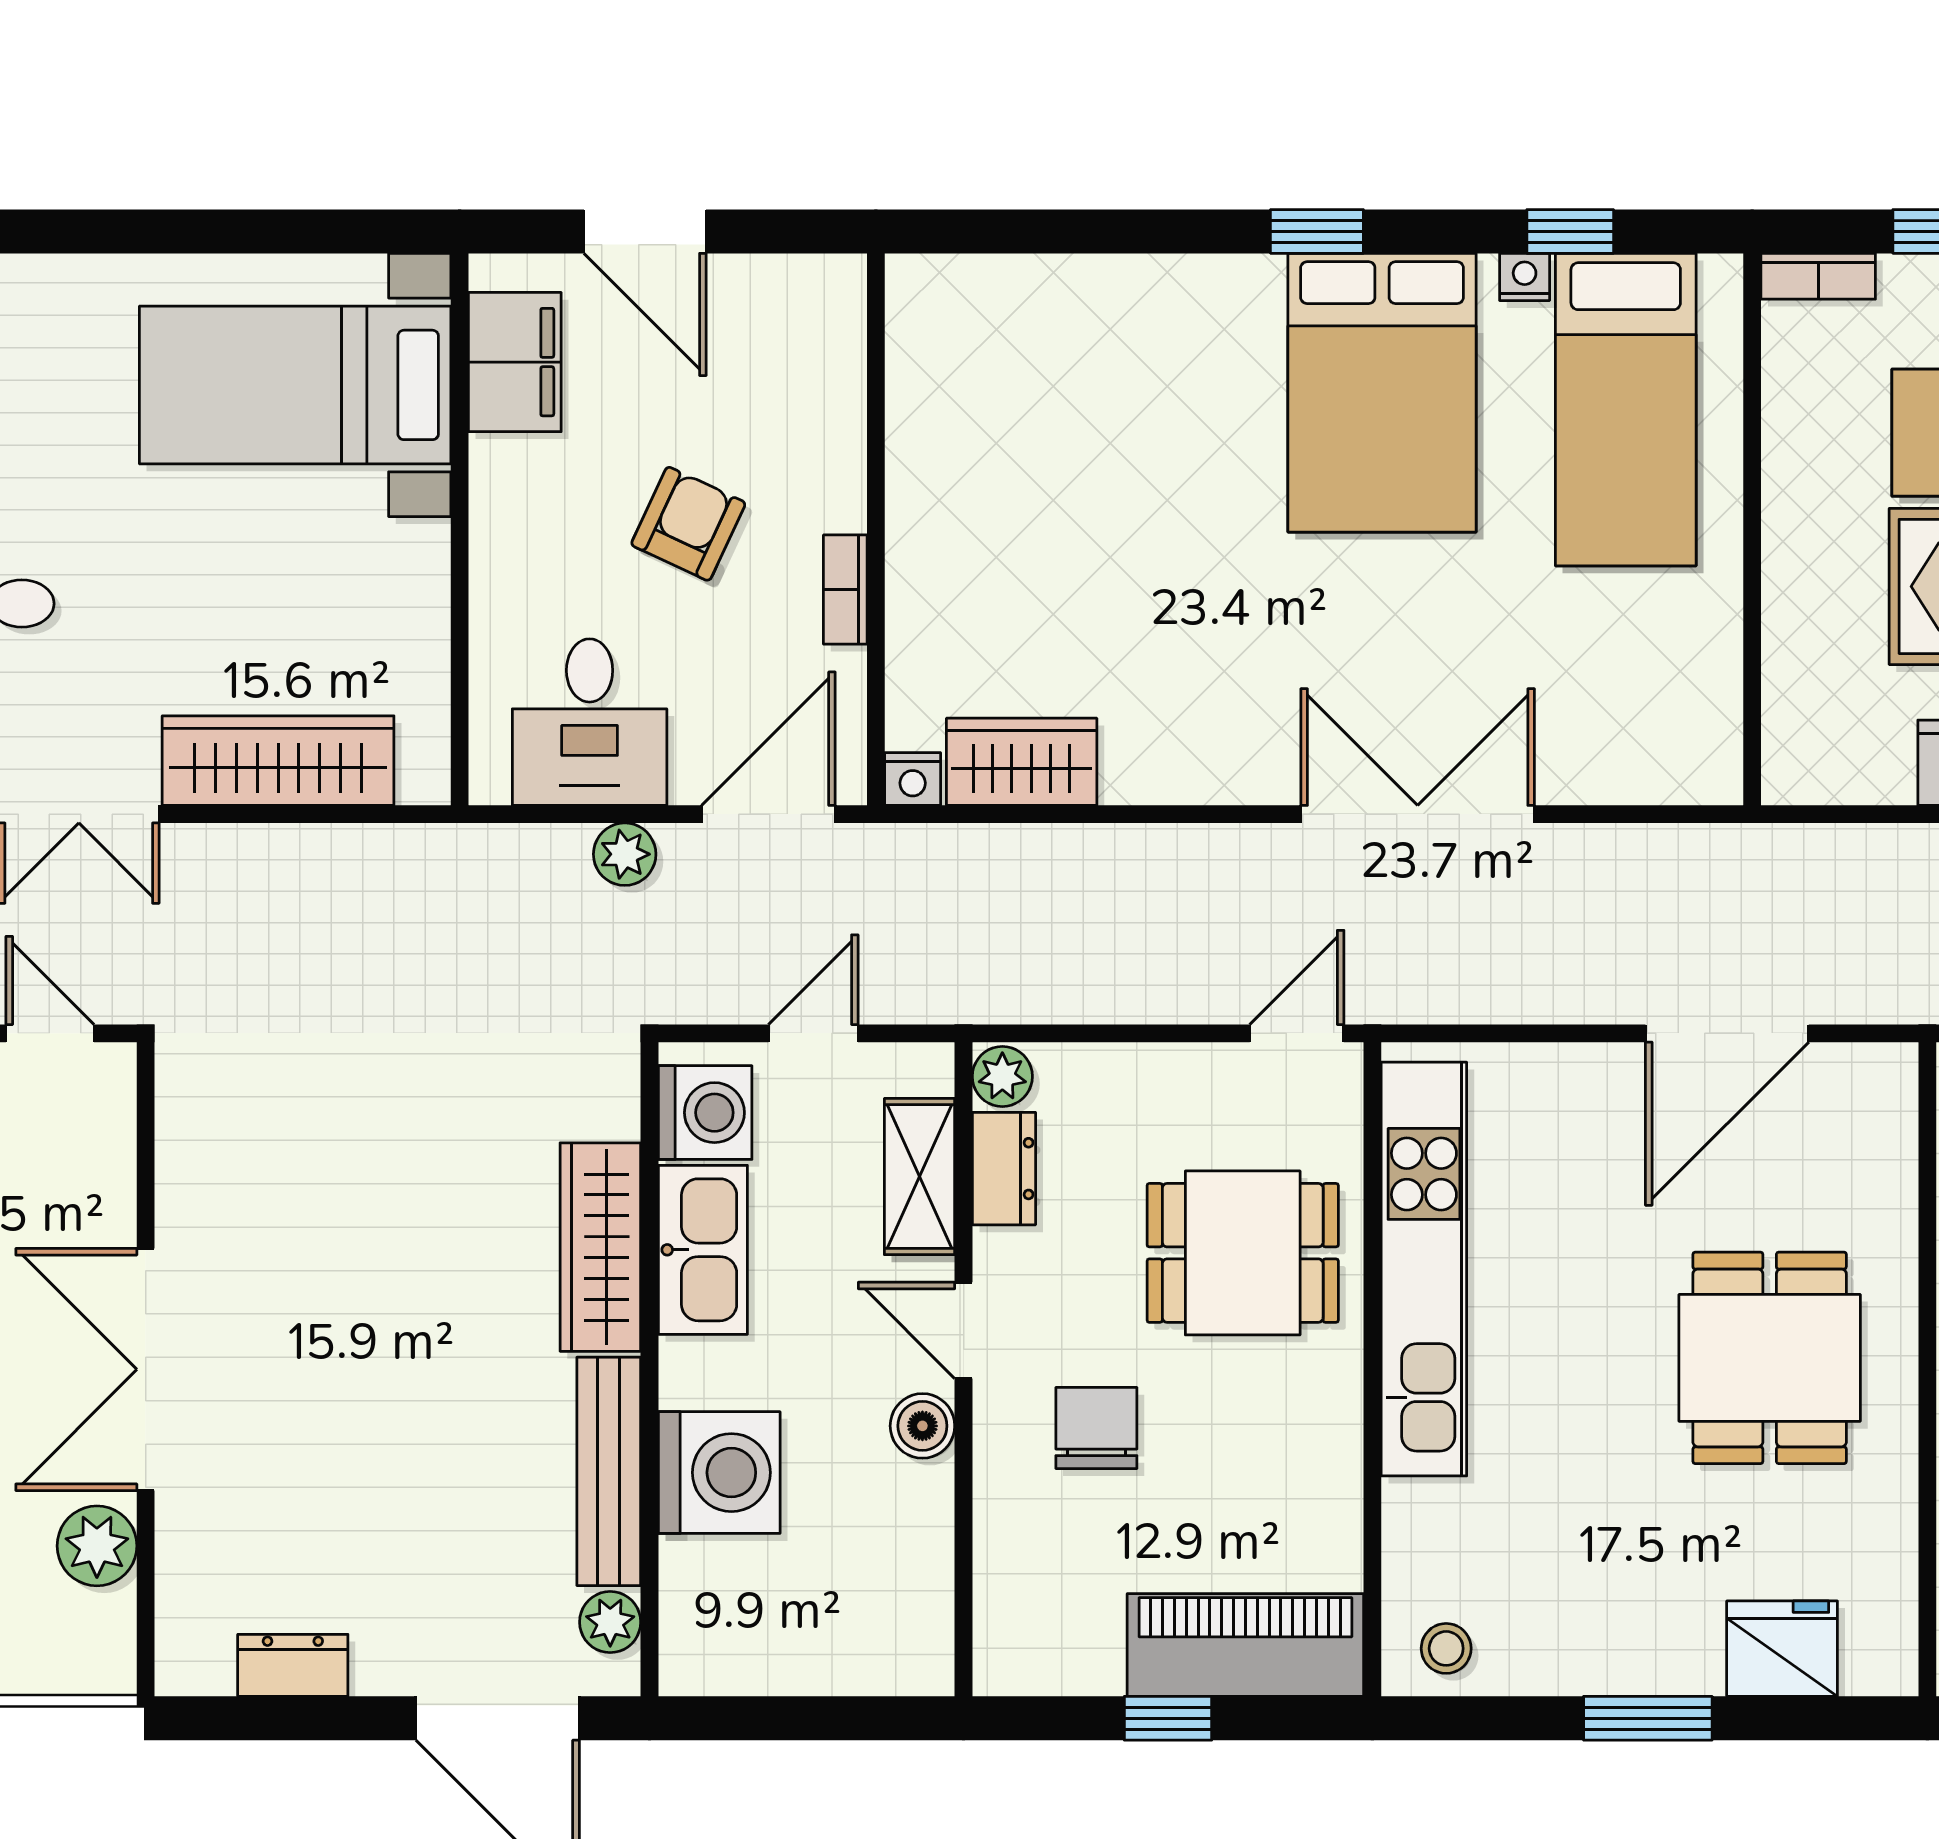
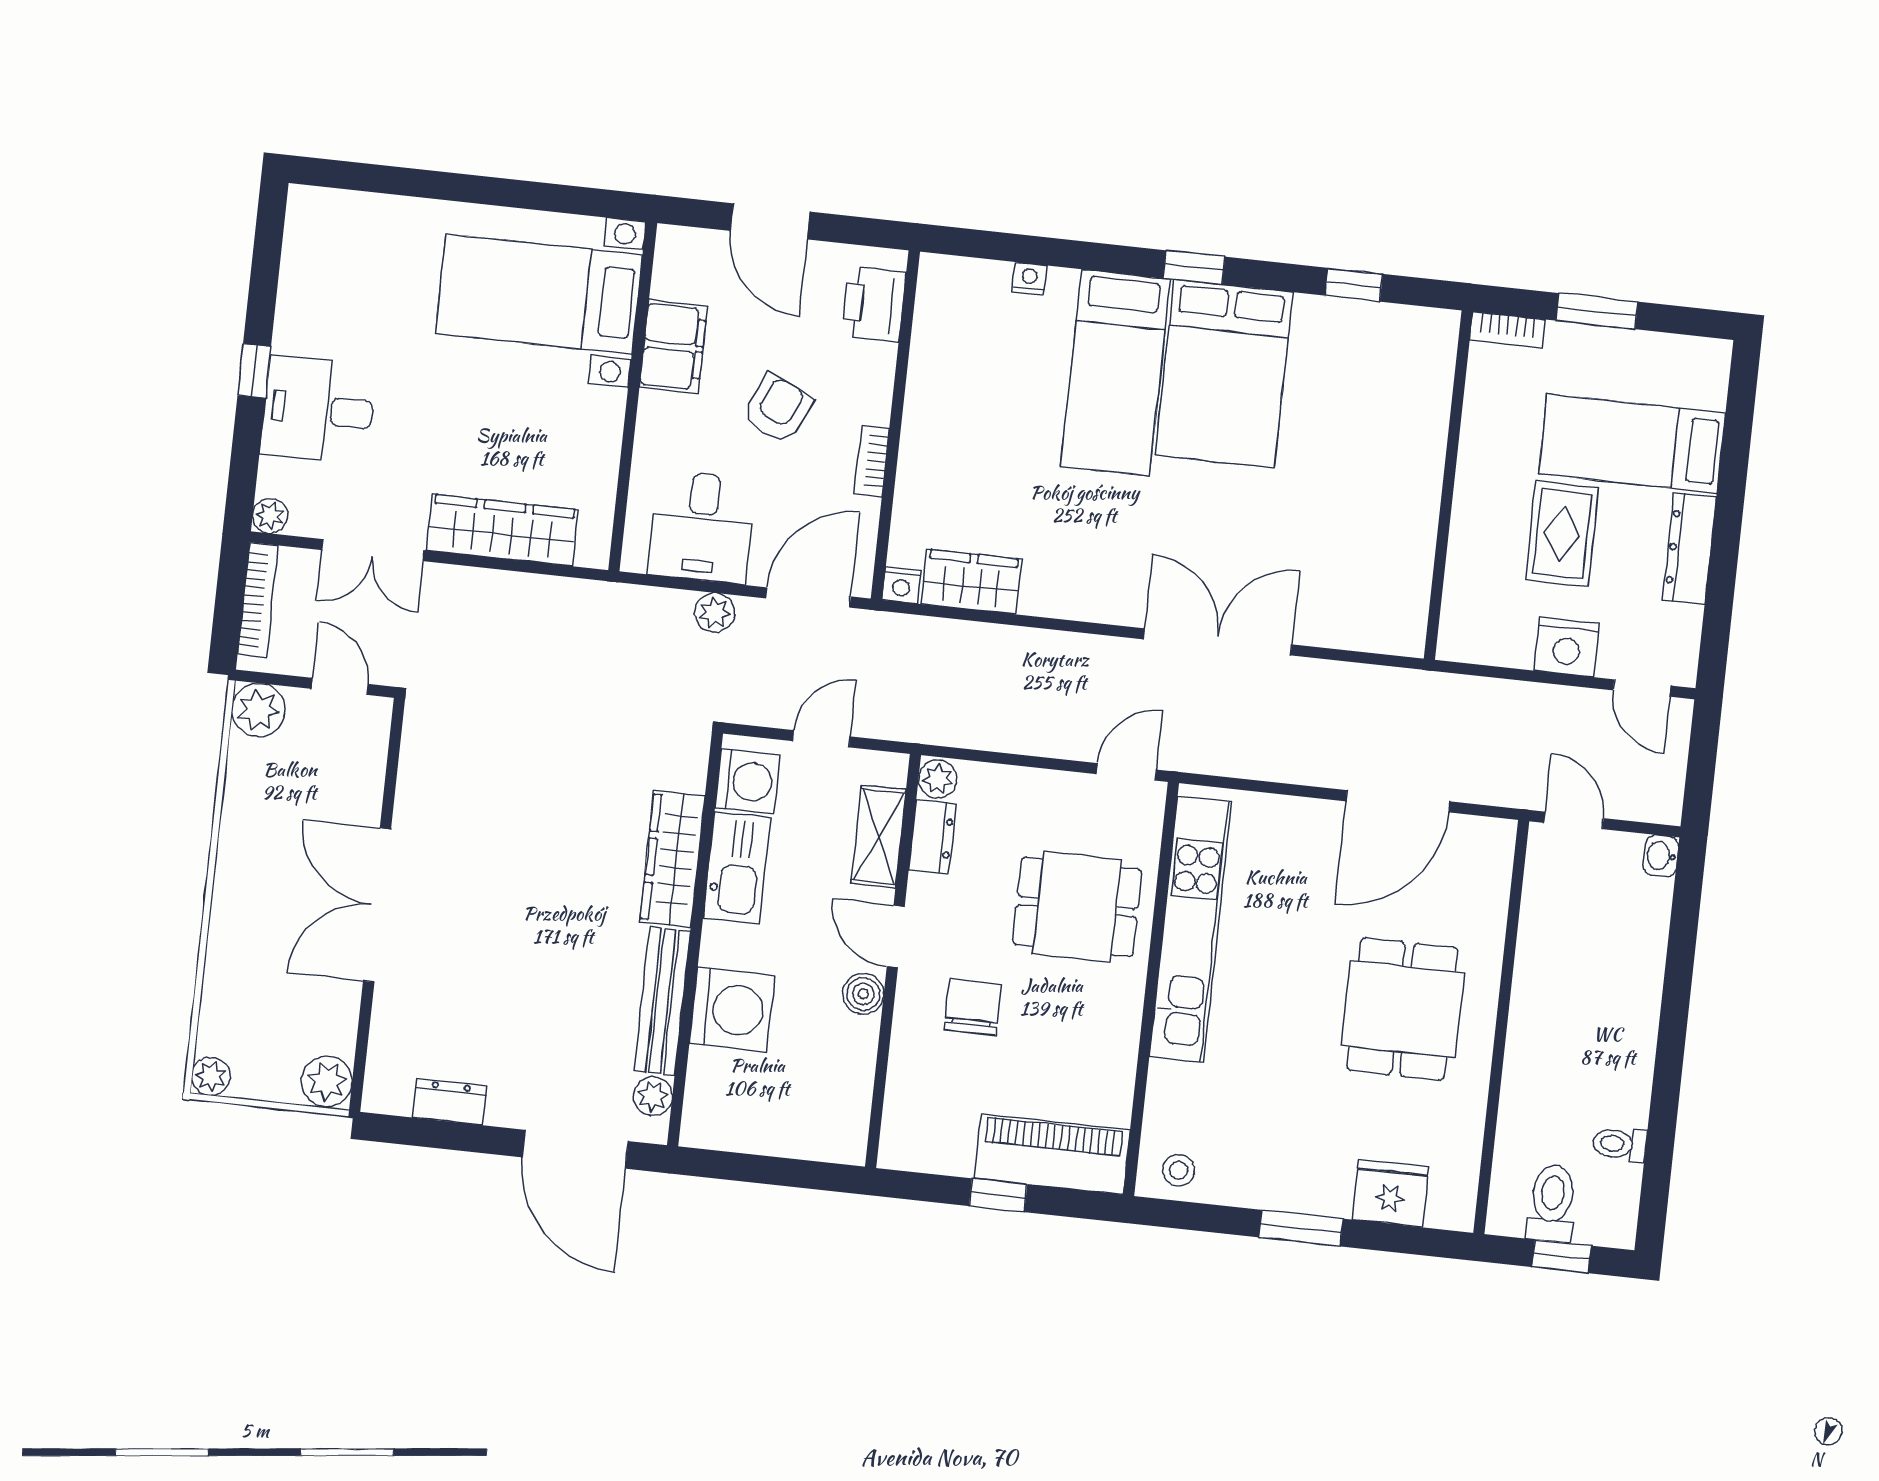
nightstand: (1525, 277) -> (1029, 279), moved
printer: (821, 343) -> (874, 304), added
filing cabinet: (515, 362) -> (673, 347), moved
bed: (1626, 410) -> (1116, 373), moved
plant: (97, 1546) -> (327, 1081), moved

